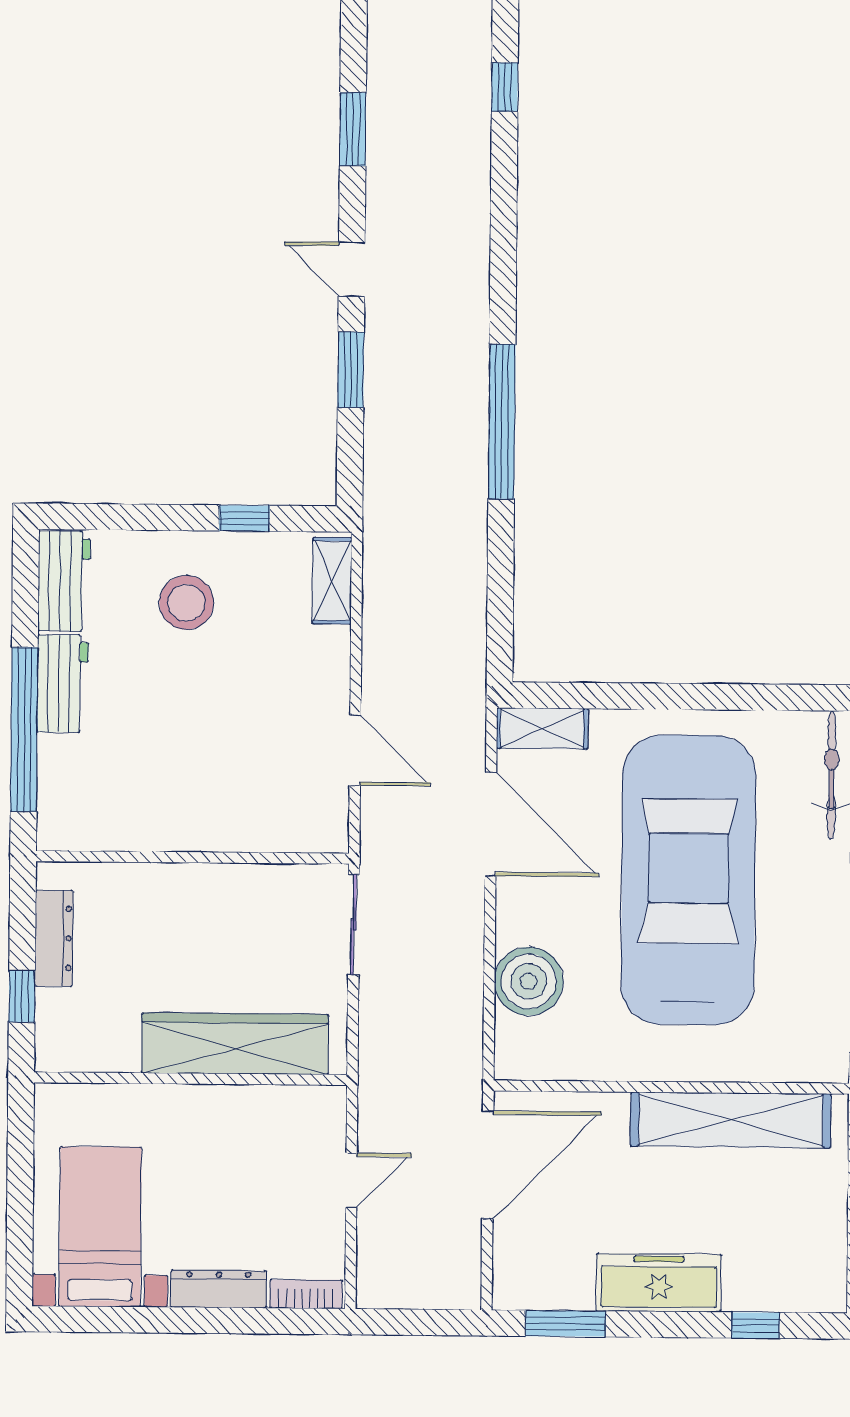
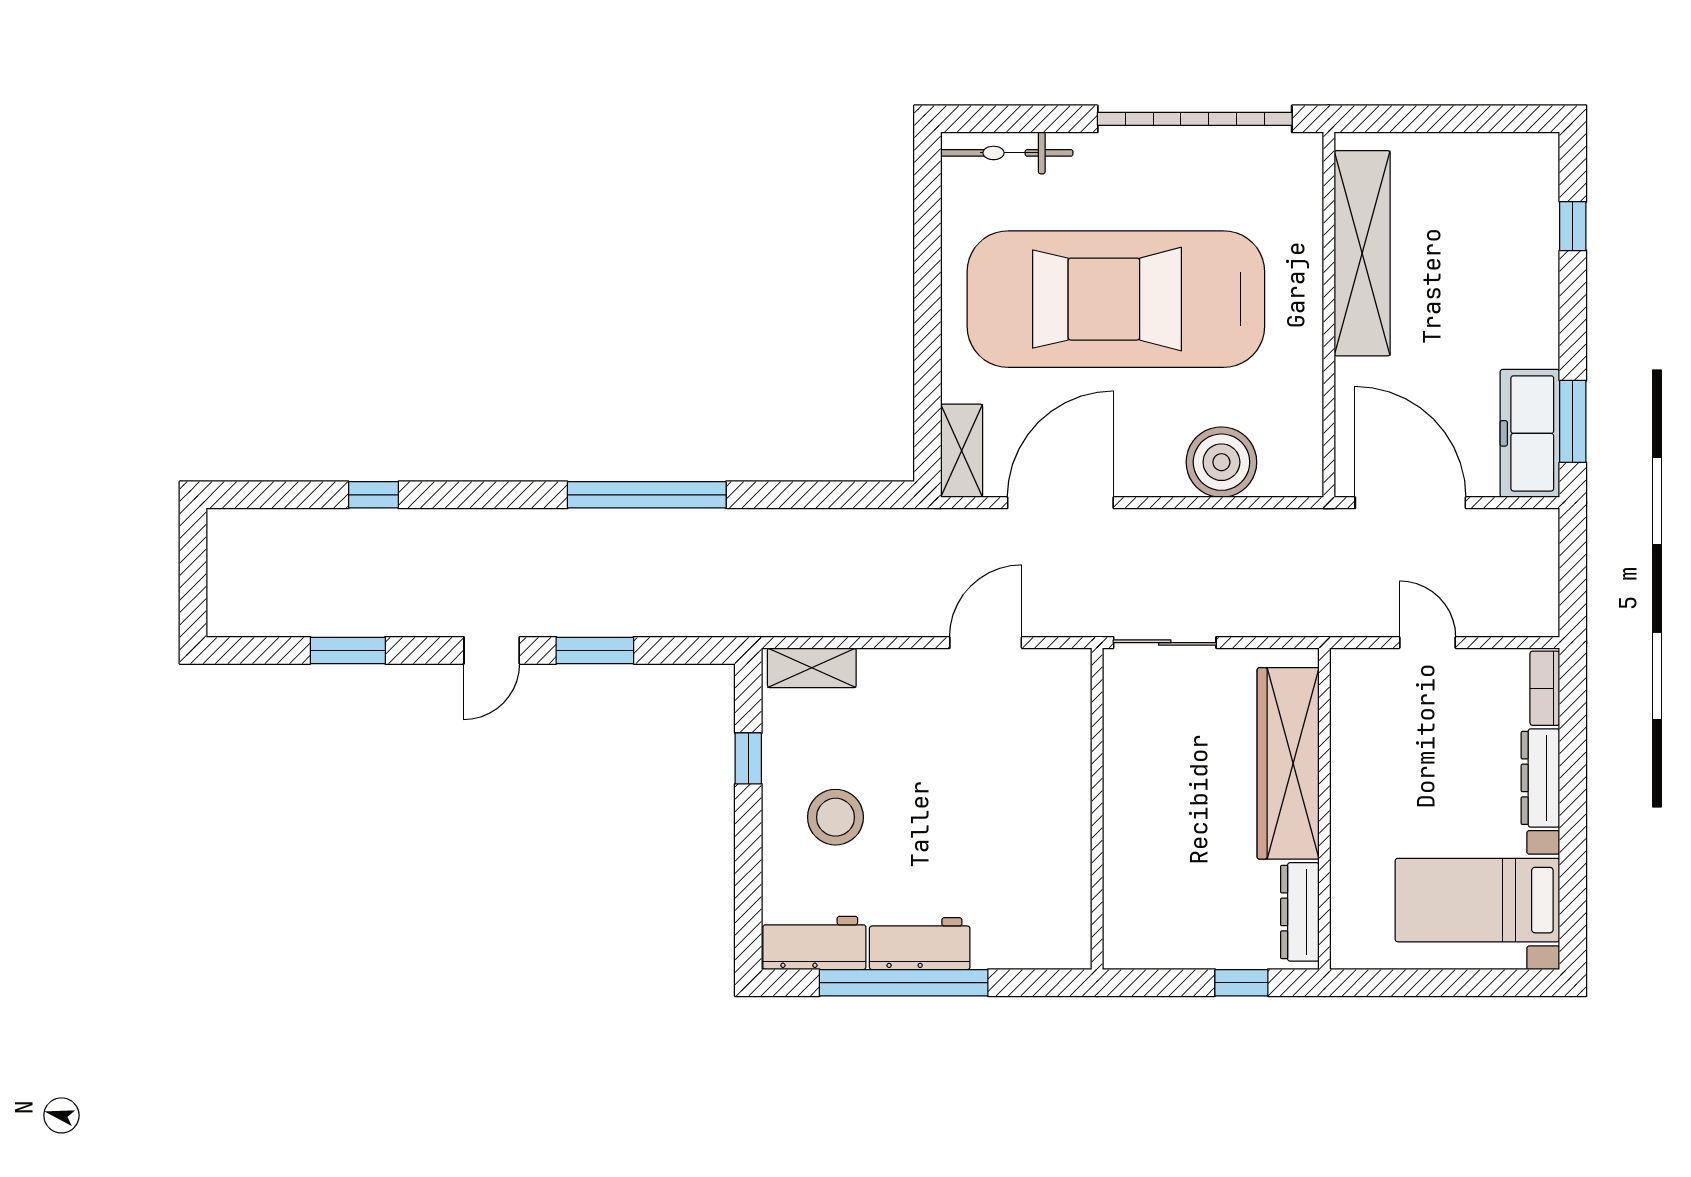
window: (505, 87) -> (373, 495), moved
window: (24, 729) -> (904, 983), moved
dresser: (54, 938) -> (1300, 912), moved, turned -90
freezer: (659, 1283) -> (1530, 433), moved

